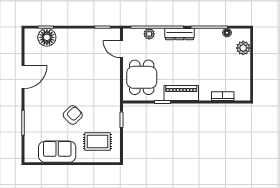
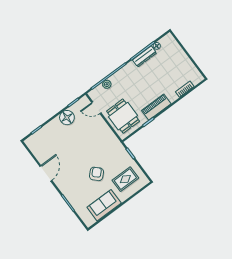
dresser: (180, 34) -> (145, 56), moved
floor lamp: (47, 37) -> (67, 118), moved
plant: (243, 48) -> (175, 48), removed

